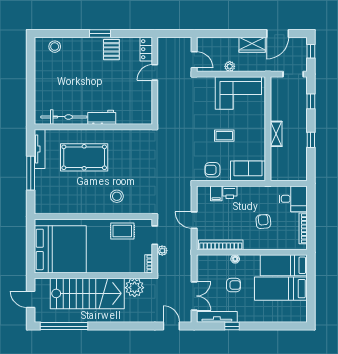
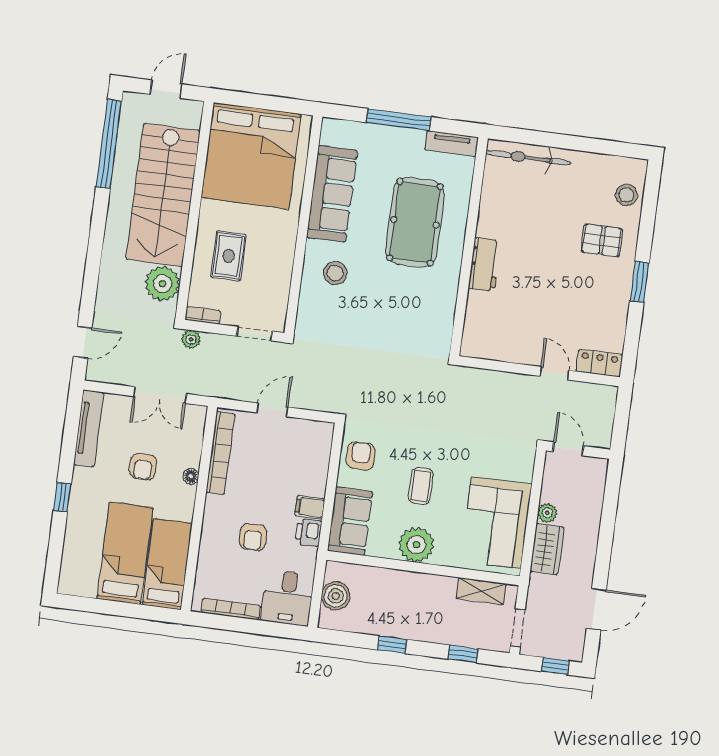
door: (278, 34) -> (596, 609), swing flipped
wardrobe: (252, 45) -> (547, 549), moved, turned 180
pallet: (111, 49) -> (602, 240), moved
door: (194, 60) -> (568, 449), swing flipped
bicycle: (64, 117) -> (528, 158), moved, turned 90
plant: (256, 134) -> (416, 545), added
shelving: (276, 134) -> (481, 591), moved
tv unit: (40, 149) -> (452, 144), width x0.71
boiler: (289, 173) -> (336, 596), added
printer: (230, 192) -> (308, 533), moved
filing cabinet: (216, 193) -> (310, 507), moved
sofa: (75, 204) -> (332, 194), added
armchair: (263, 222) -> (253, 537), turned 95
rug: (122, 231) -> (229, 256), moved
plant: (162, 251) -> (191, 339), moved
double door: (194, 296) -> (160, 395), moved
window: (232, 326) -> (62, 497), moved

